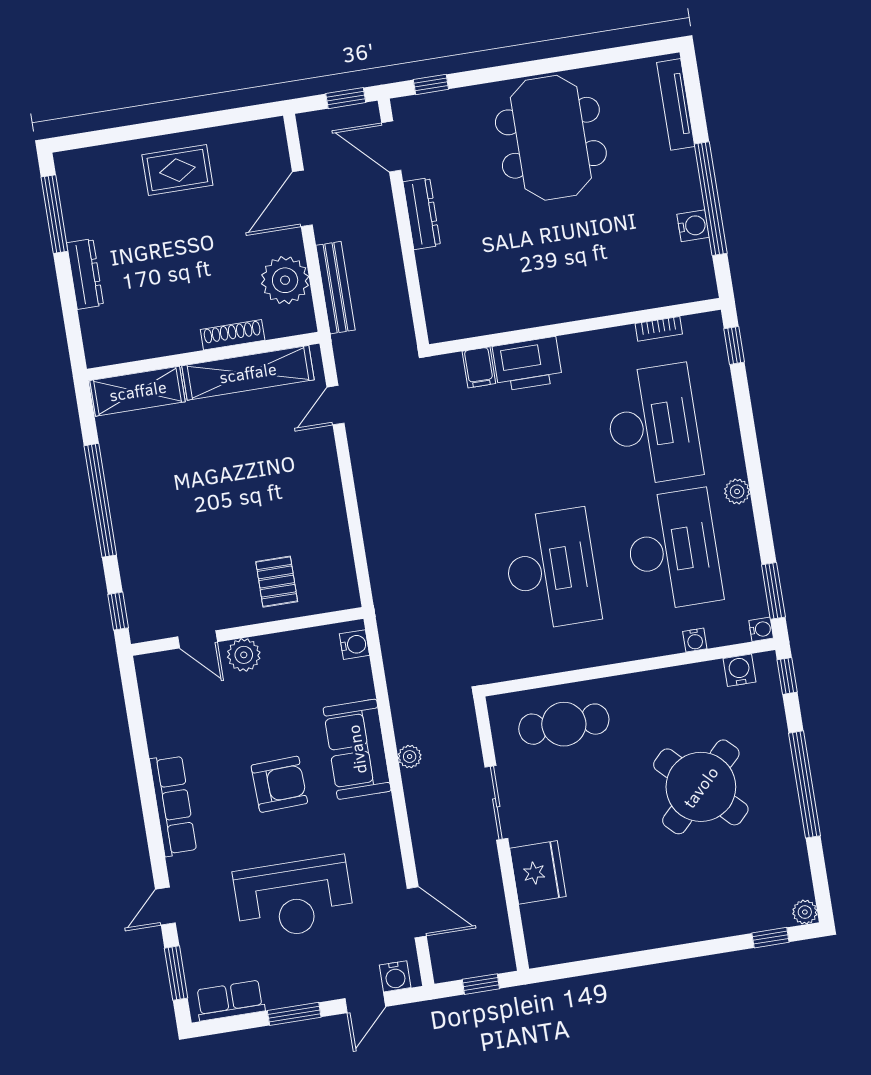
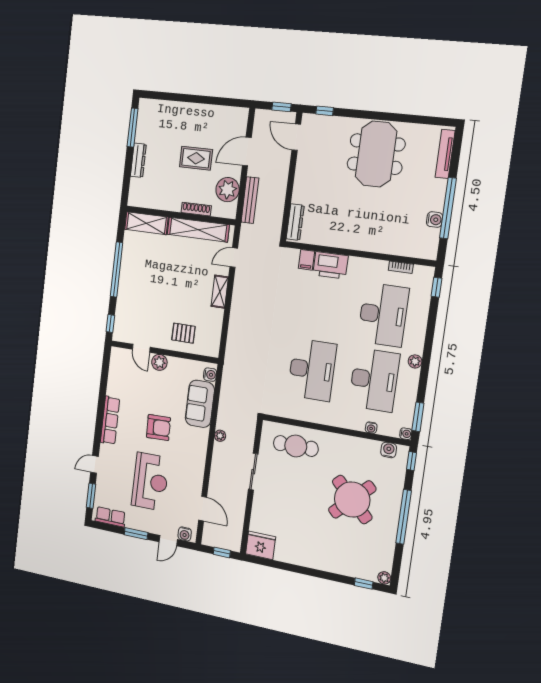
rug: (177, 170) -> (196, 158), moved
dresser: (422, 214) -> (295, 222), moved
shelving: (327, 478) -> (220, 292), added
pallet: (277, 582) -> (183, 333), turned 90
sofa: (357, 749) -> (200, 404), moved
fridge: (538, 872) -> (261, 545), moved, turned -90
reception desk: (294, 898) -> (150, 482), turned -90

